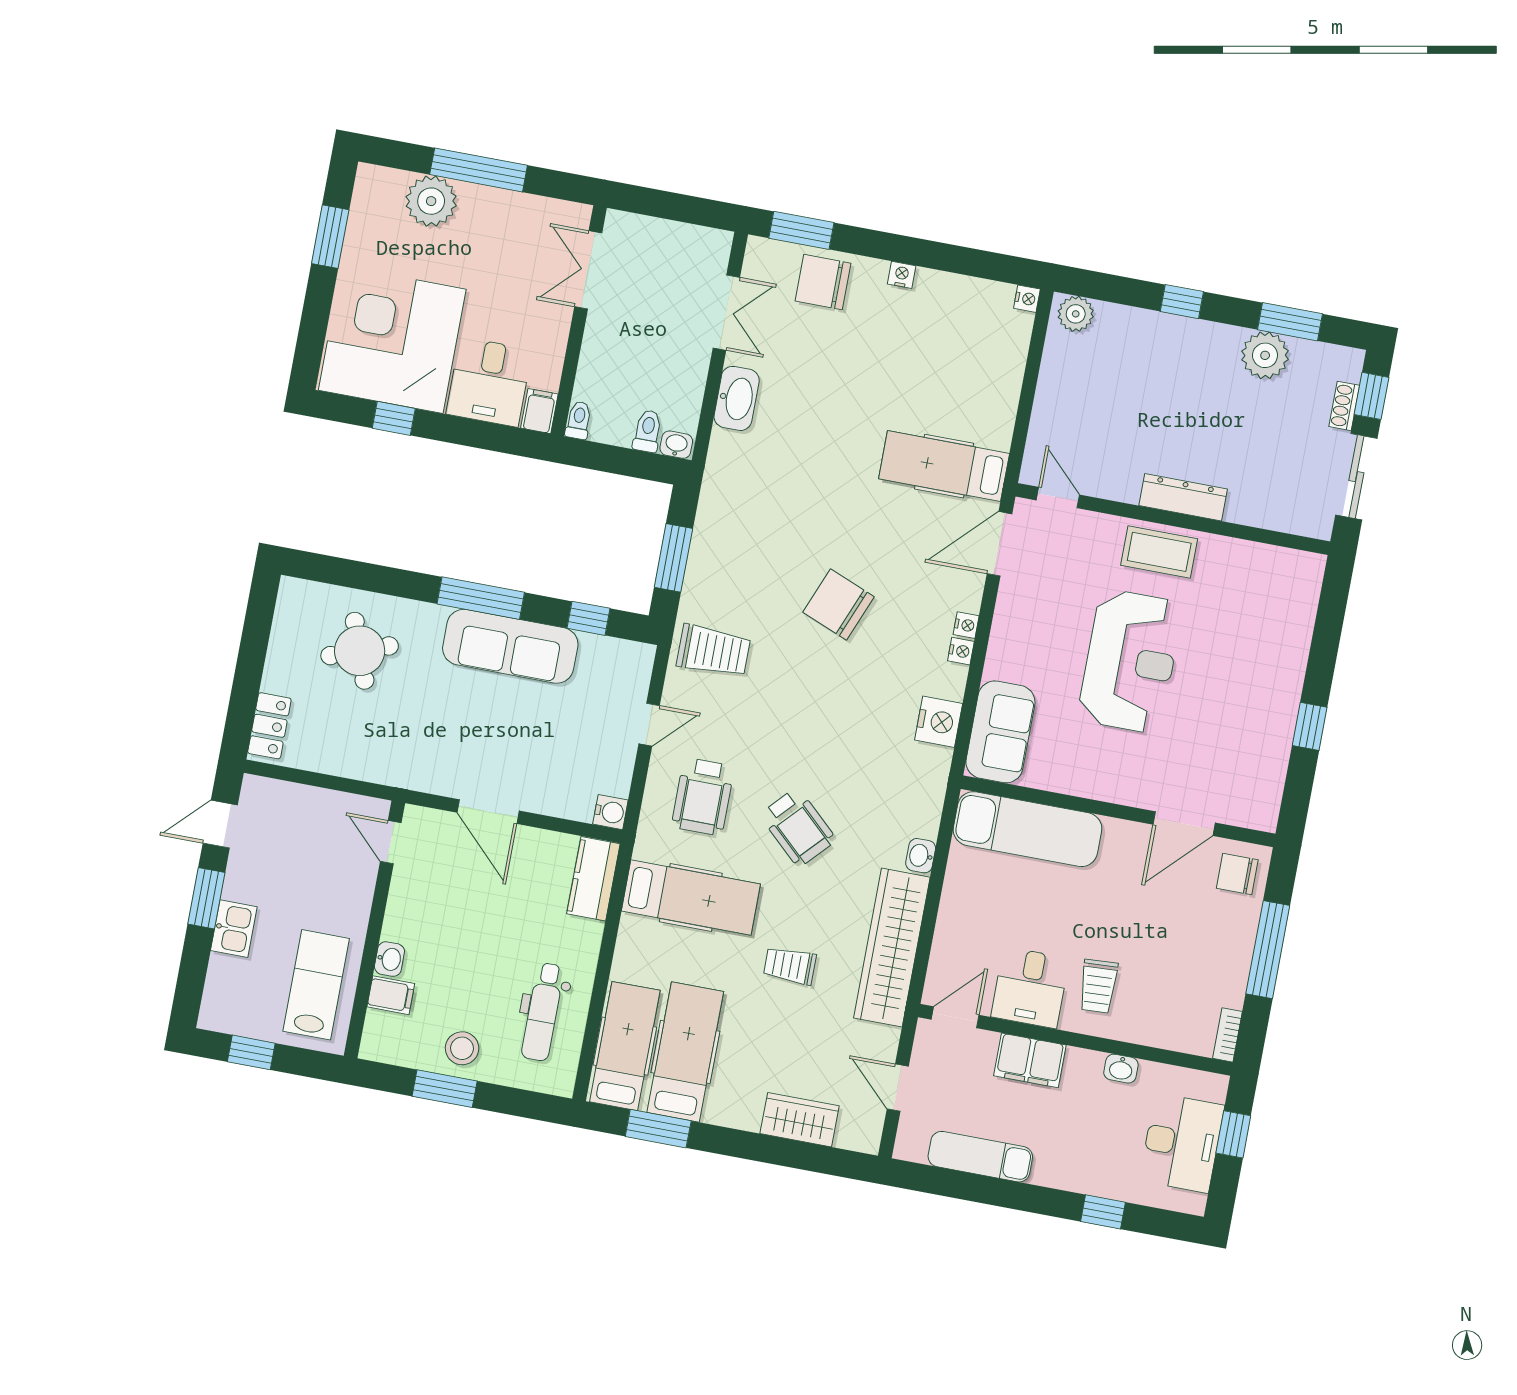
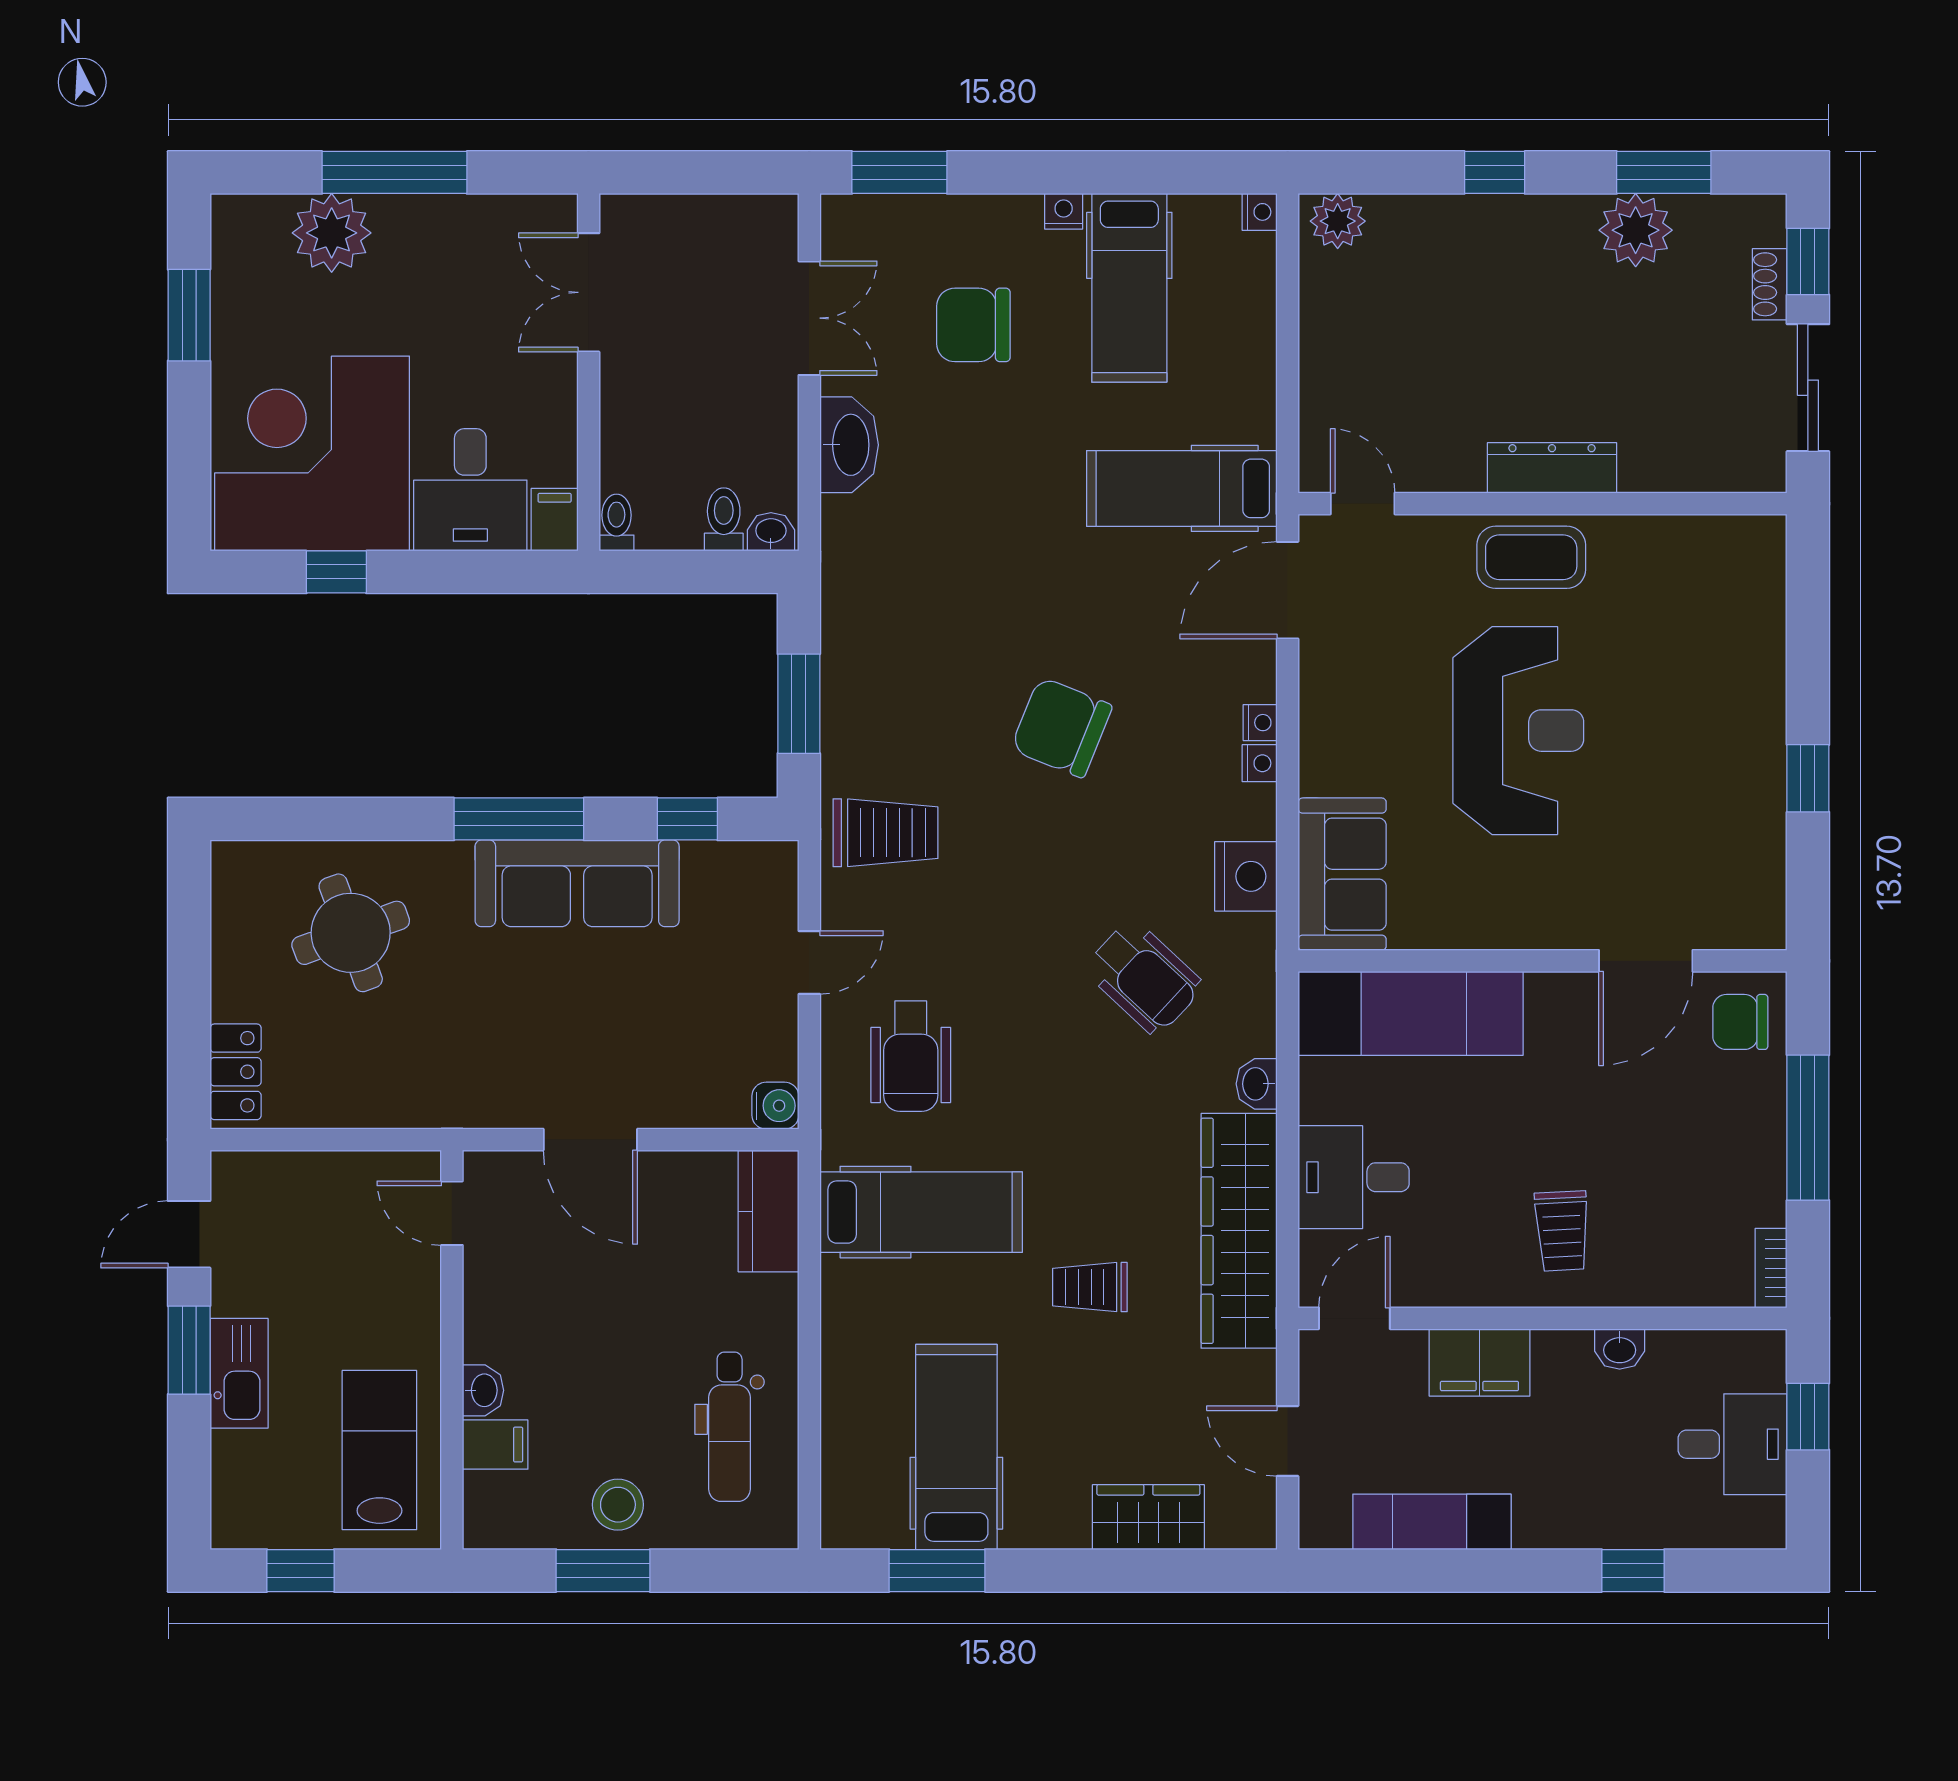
chair: (823, 282) -> (973, 325), moved
wheelchair: (798, 827) -> (1144, 977), moved
kitchen sink: (234, 929) -> (239, 1373), width x1.38
desk: (1030, 988) -> (1354, 1177), moved, turned 90
hospital bed: (625, 1046) -> (1129, 288), moved, turned 180
desk: (1182, 1143) -> (1733, 1444), width x0.73

